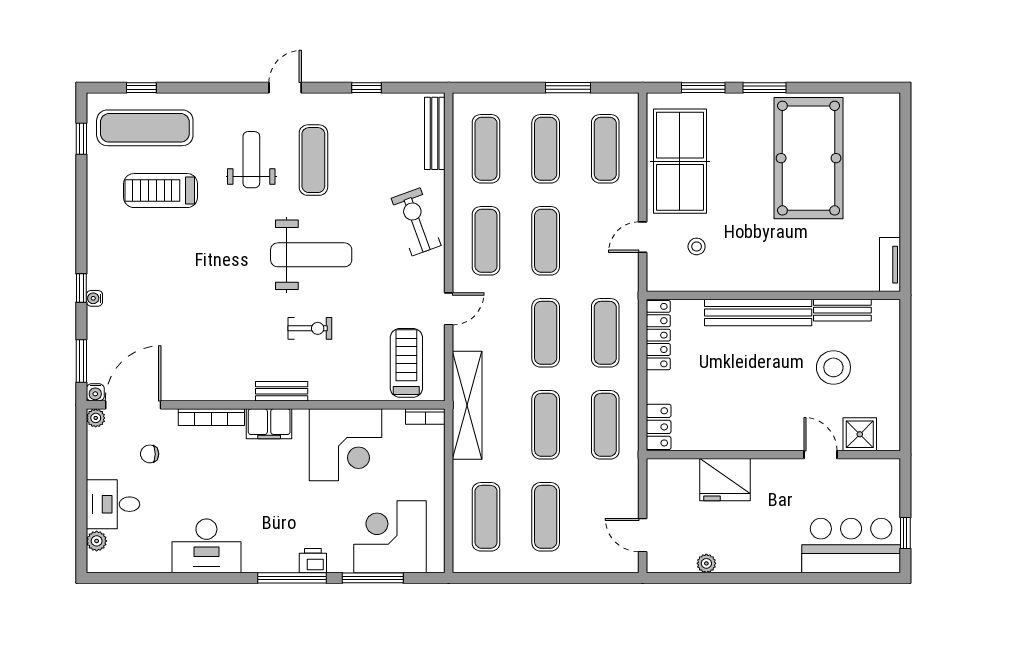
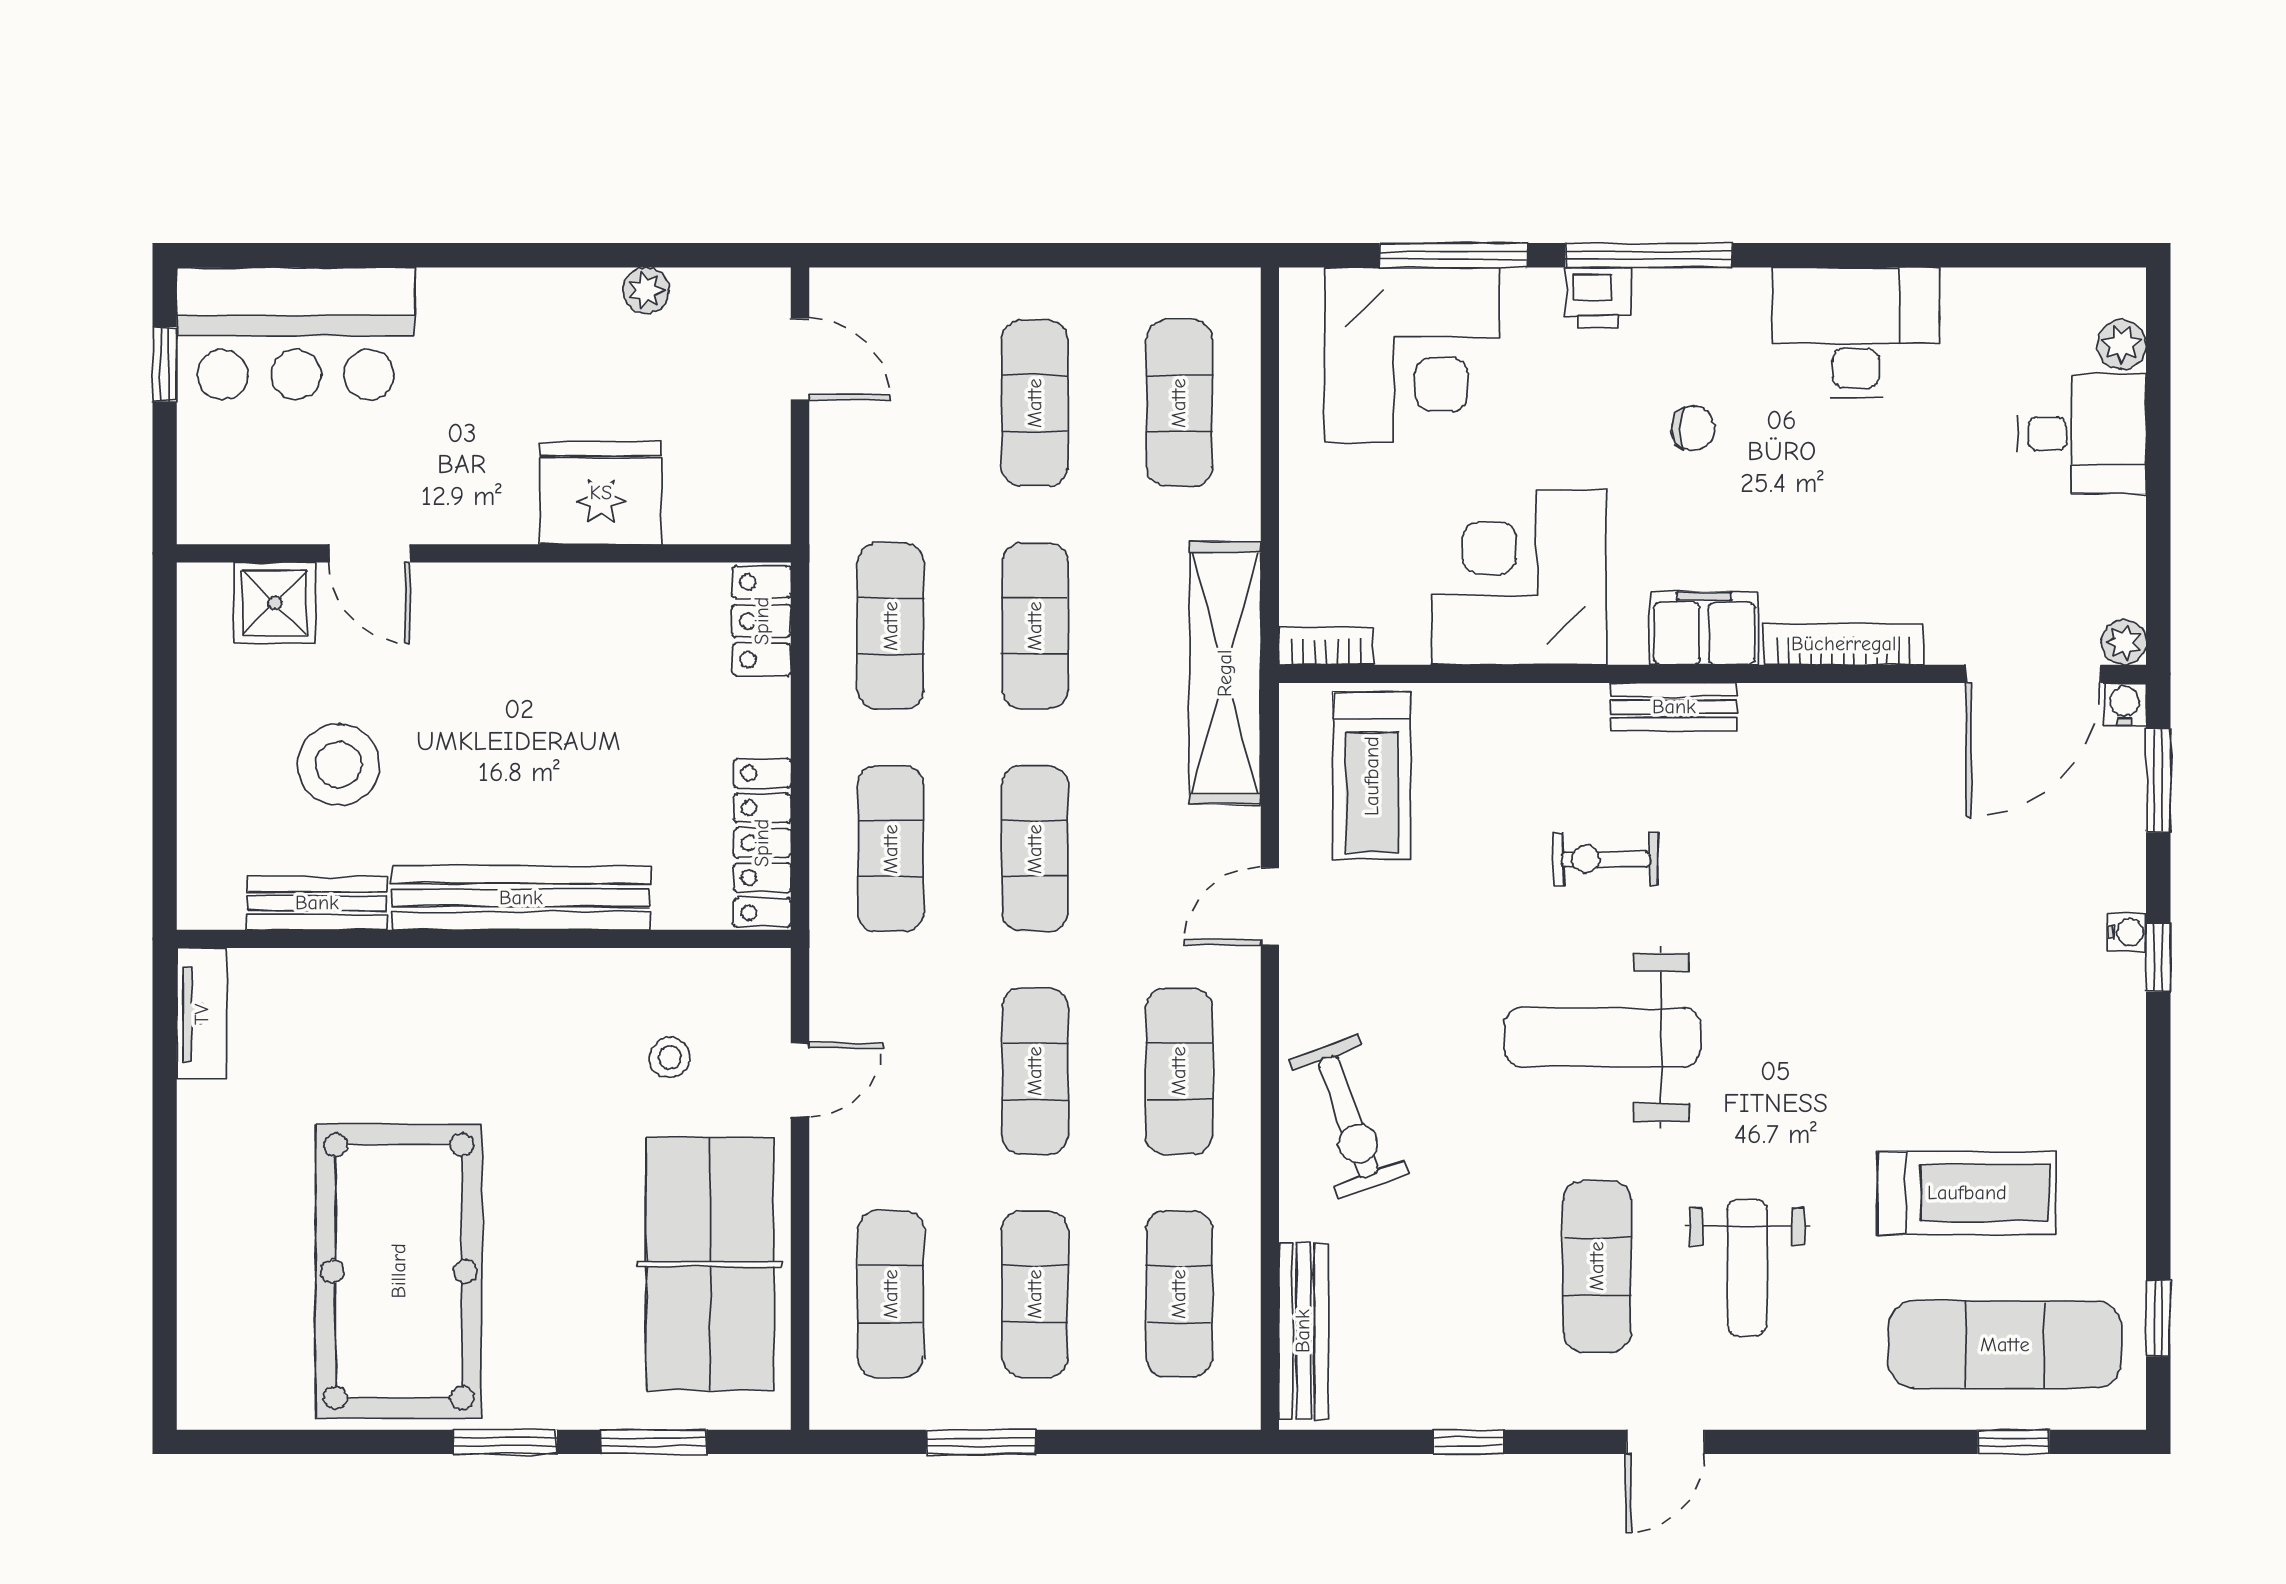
chair: (150, 454) -> (1693, 428), moved

